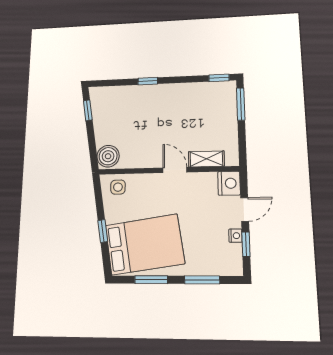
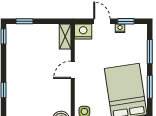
window: (241, 104) -> (25, 21), width x0.67
shelving: (206, 159) -> (65, 36), moved

